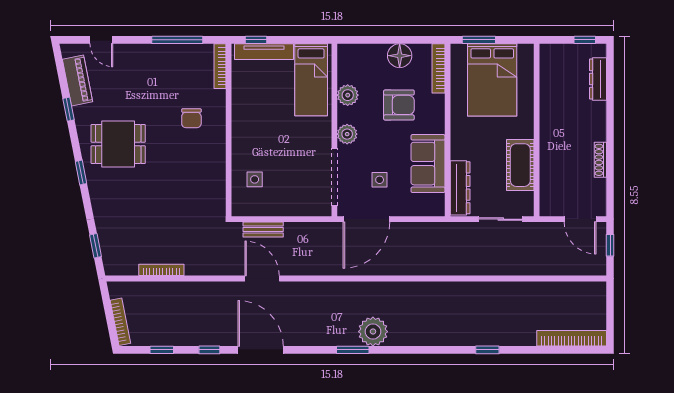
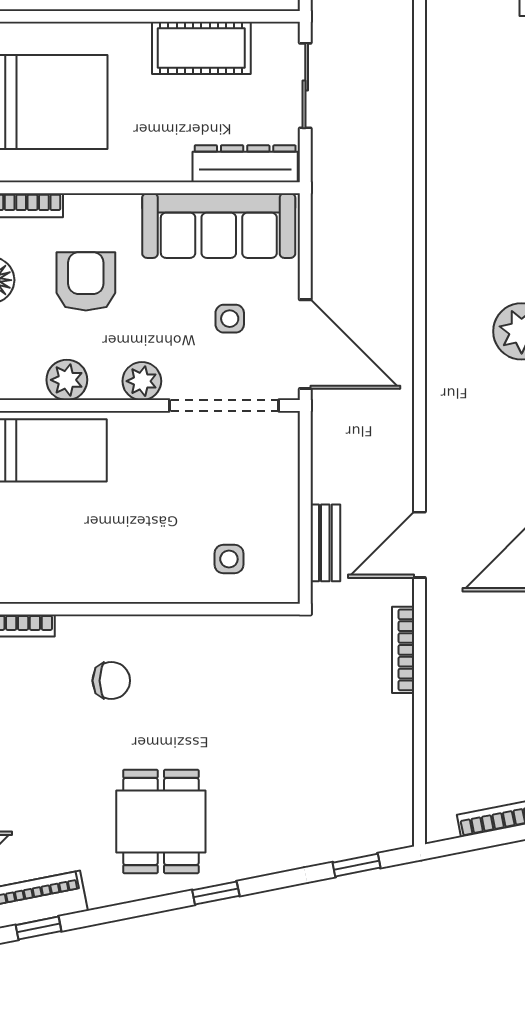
window: (68, 109) -> (38, 928), moved
sofa: (428, 164) -> (219, 226), width x1.36
bookcase: (161, 270) -> (403, 650), moved

